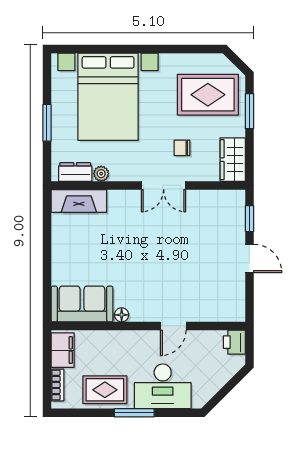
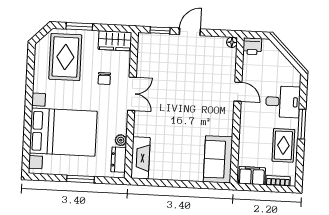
floor lamp: (122, 315) -> (232, 42), moved
desk: (163, 386) -> (283, 102), width x0.73

